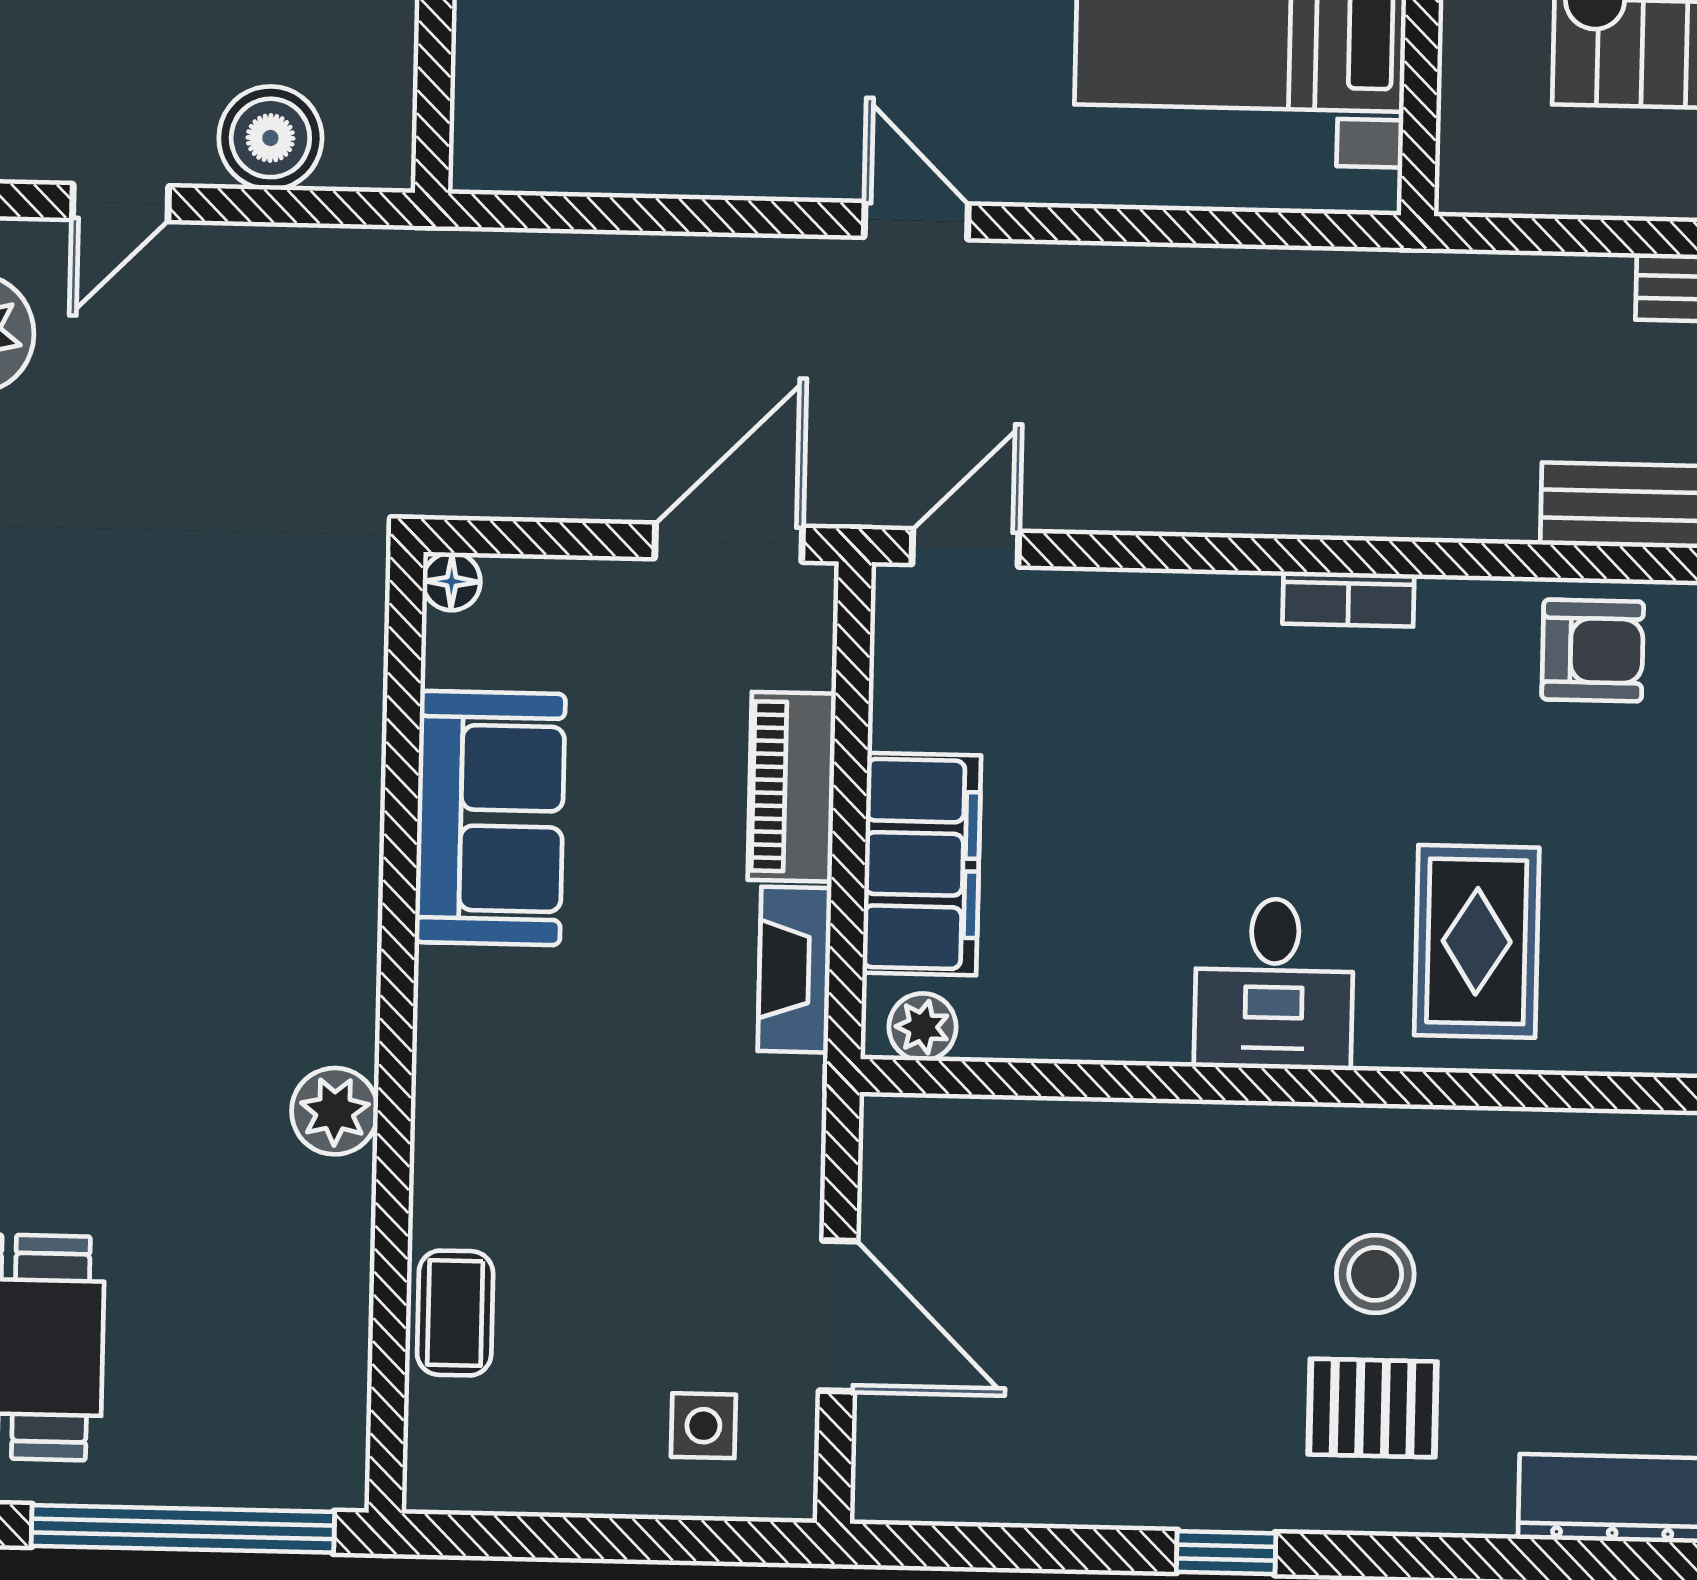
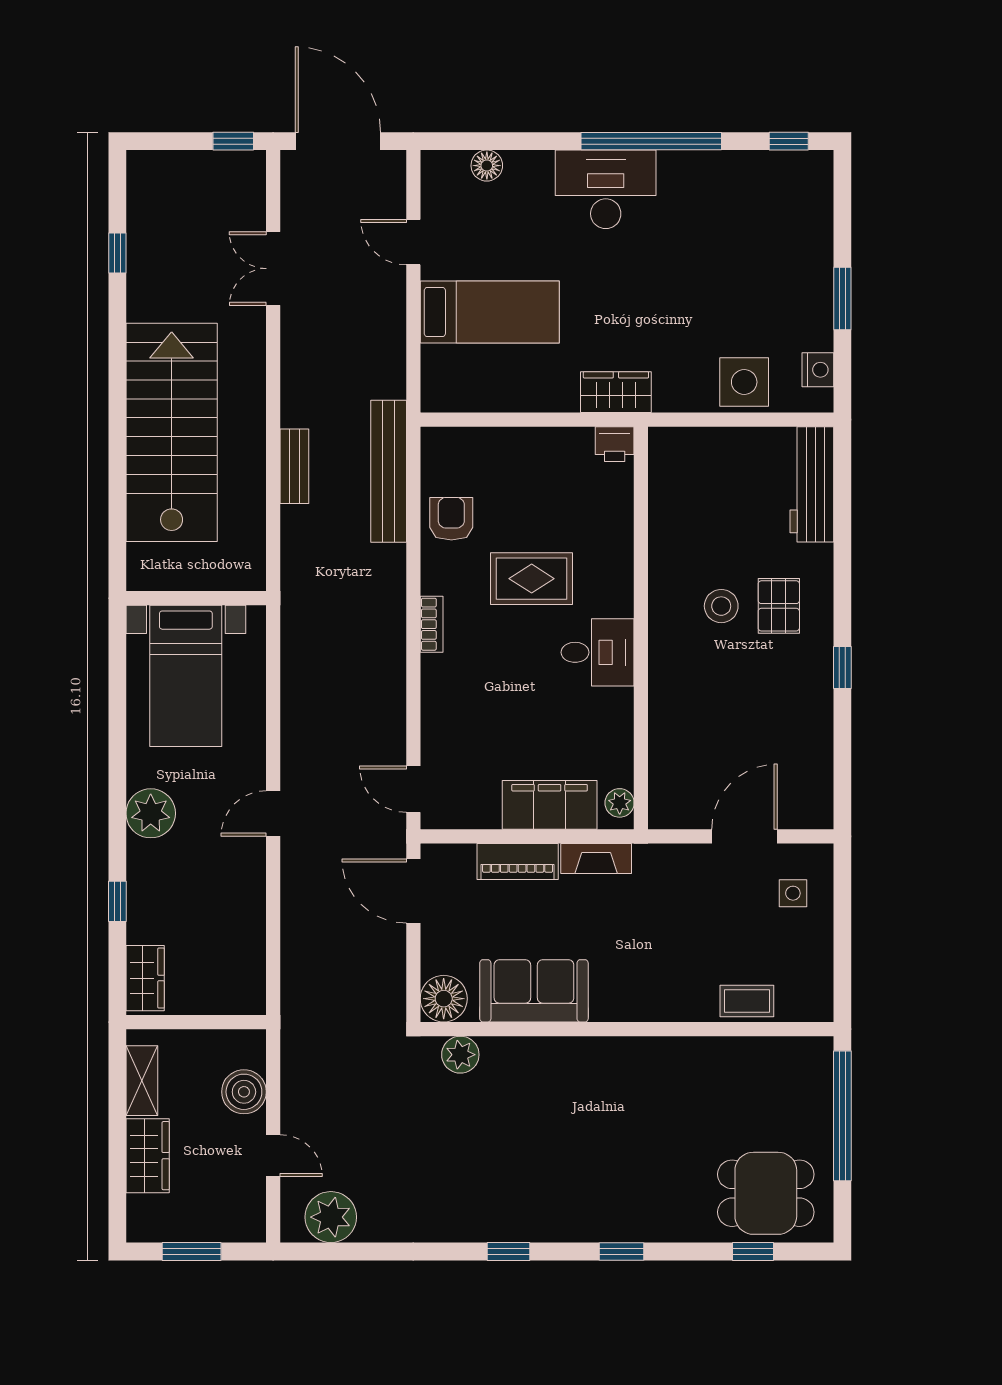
floor lamp: (452, 581) -> (444, 999), width x1.89, depth x1.89
rug: (1477, 941) -> (532, 579), moved
plant: (335, 1111) -> (460, 1055), moved

